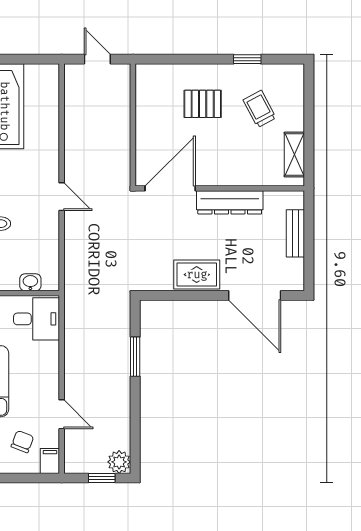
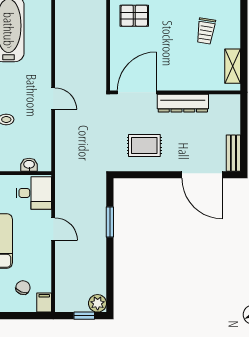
pallet: (203, 104) -> (134, 16), moved
trolley: (260, 109) -> (206, 31), turned -143
bench: (295, 233) -> (233, 153), moved
rug: (197, 275) -> (144, 146), moved
door: (62, 414) -> (53, 229), moved

